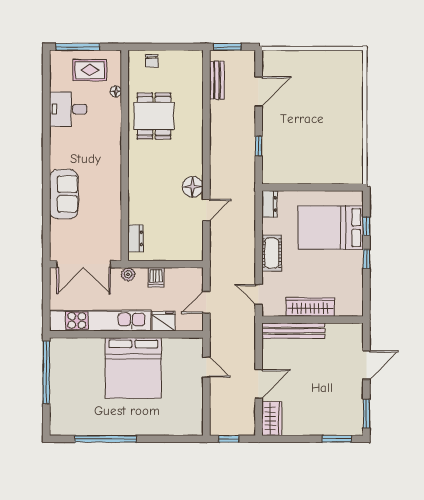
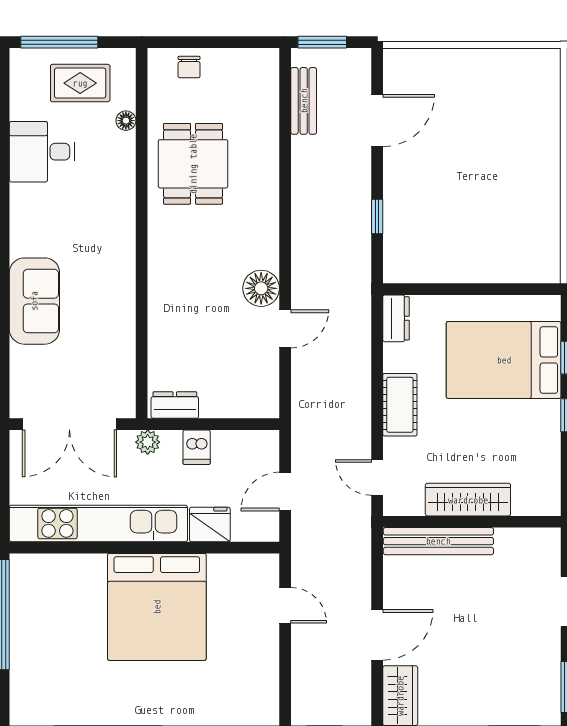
dresser: (135, 238) -> (175, 405), moved, turned -90

